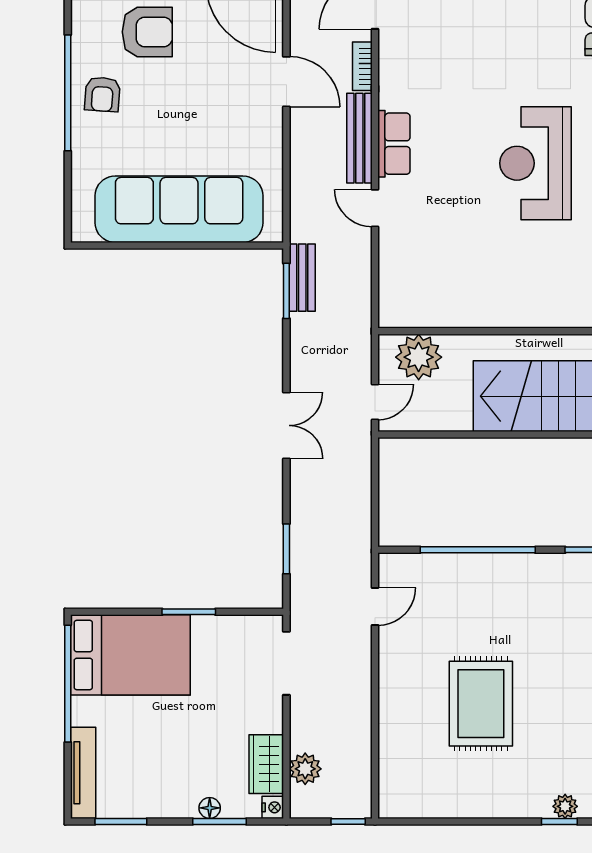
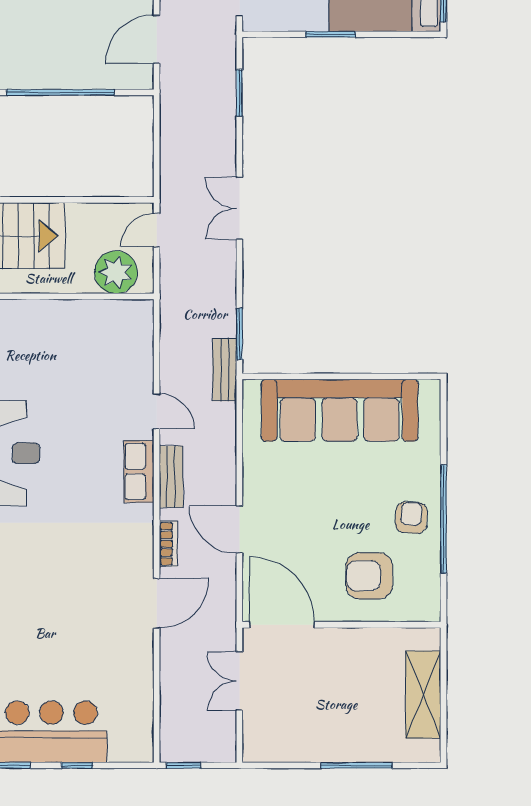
bench: (359, 138) -> (171, 477), width x0.73
bench: (302, 278) -> (225, 370), moved
door: (375, 606) -> (157, 39), width x1.38

